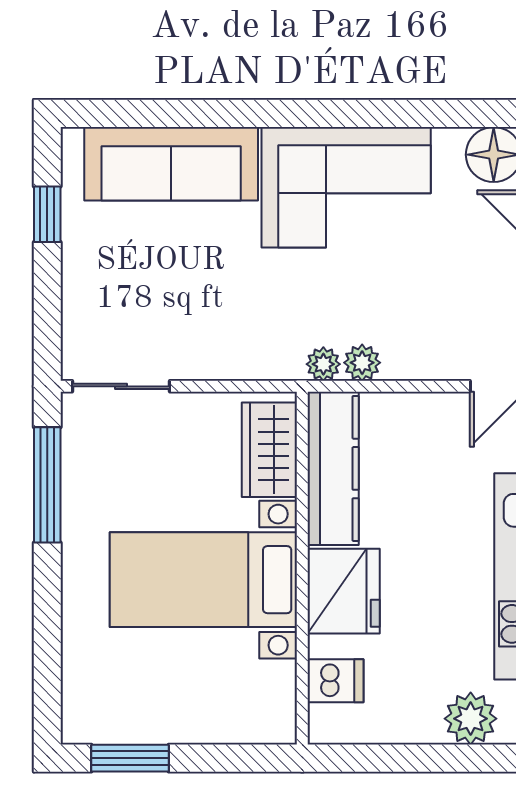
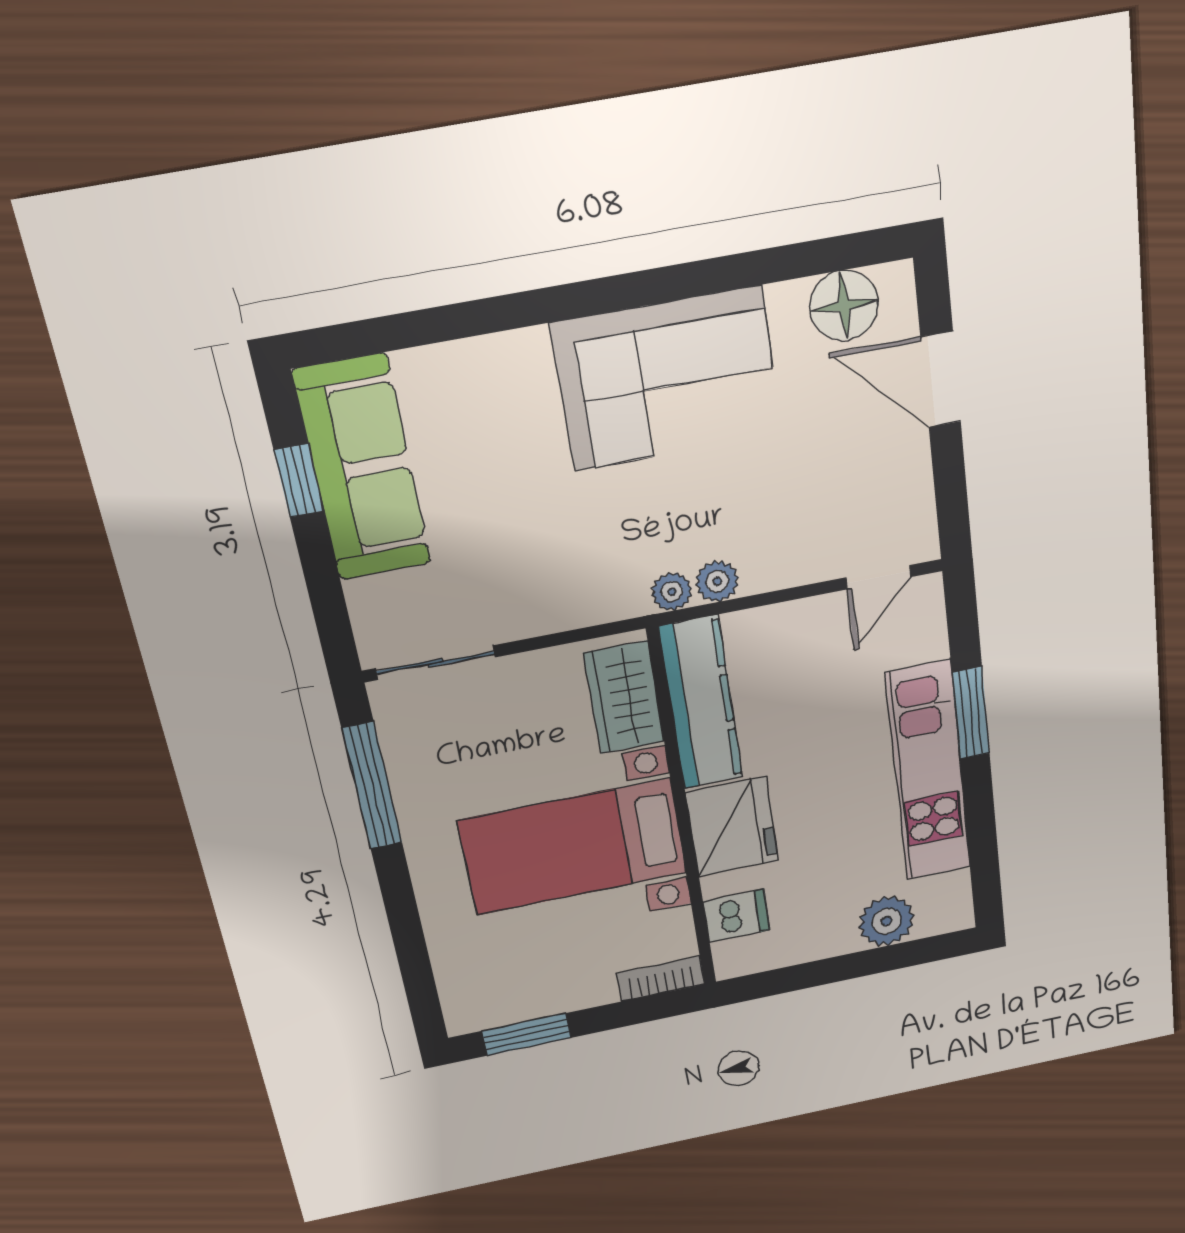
sofa: (171, 164) -> (363, 468), moved, turned -90
bookcase: (259, 729) -> (661, 979), added

